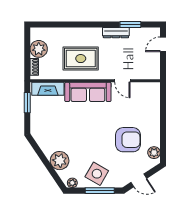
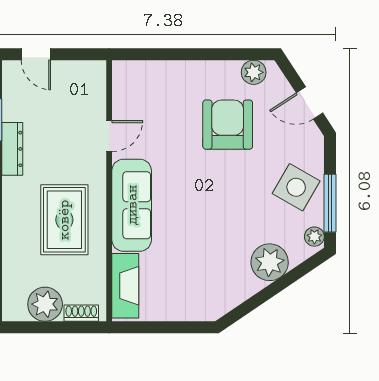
window: (27, 103) -> (153, 327), removed
door: (139, 180) -> (310, 103), swing flipped
window: (100, 191) -> (330, 203), moved

